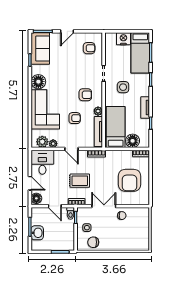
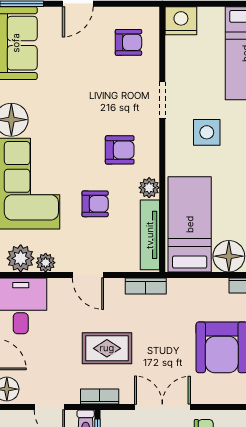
nightstand: (123, 39) -> (181, 21), moved

